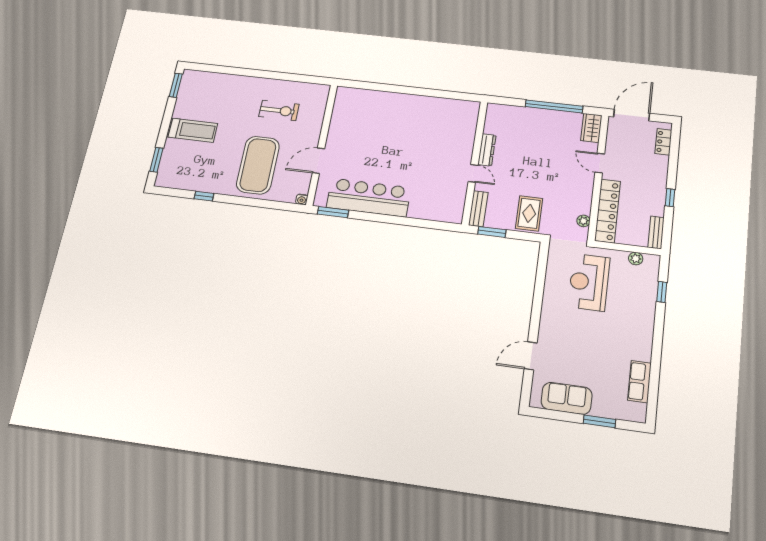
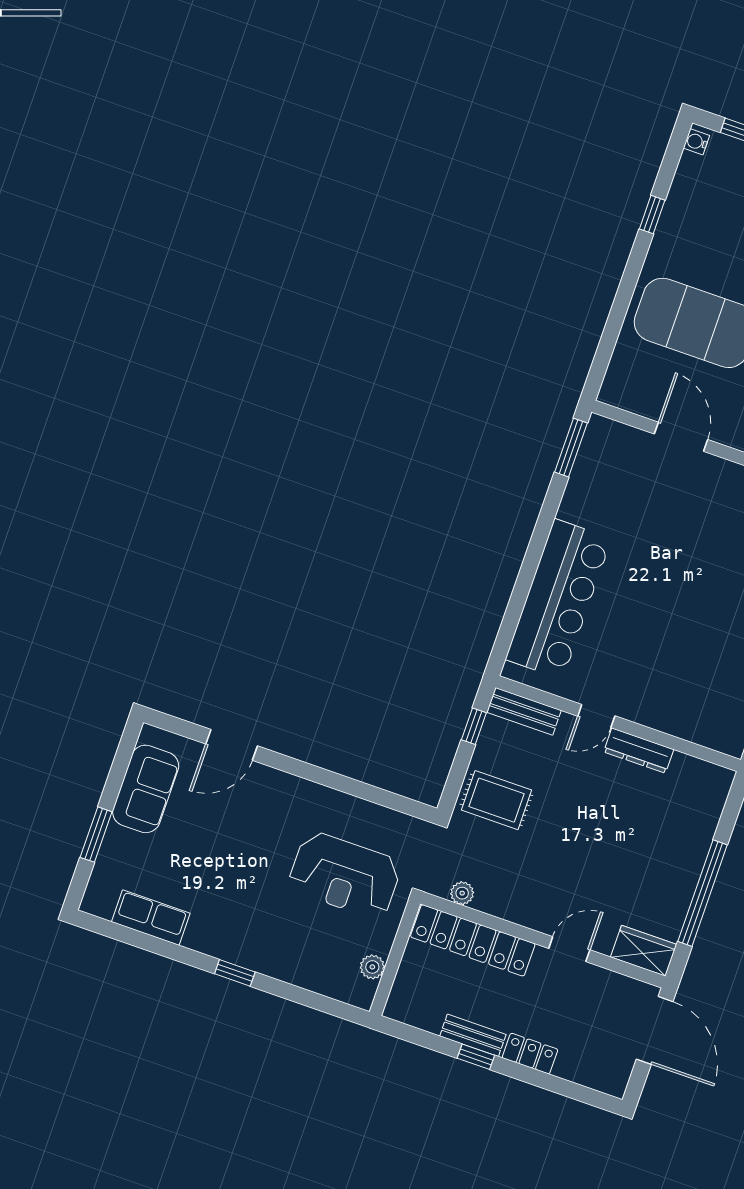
locker: (663, 142) -> (530, 1054), moved
bar counter: (369, 198) -> (558, 599), moved
water cooler: (302, 199) -> (696, 142), moved
window: (492, 232) -> (474, 726), width x0.67
bench: (656, 232) -> (473, 1035), moved
reception desk: (589, 282) -> (345, 875), turned 180
window: (662, 292) -> (235, 973), moved
door: (531, 356) -> (232, 745), swing flipped

